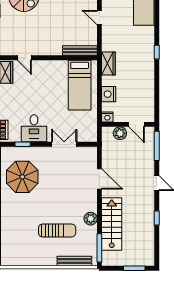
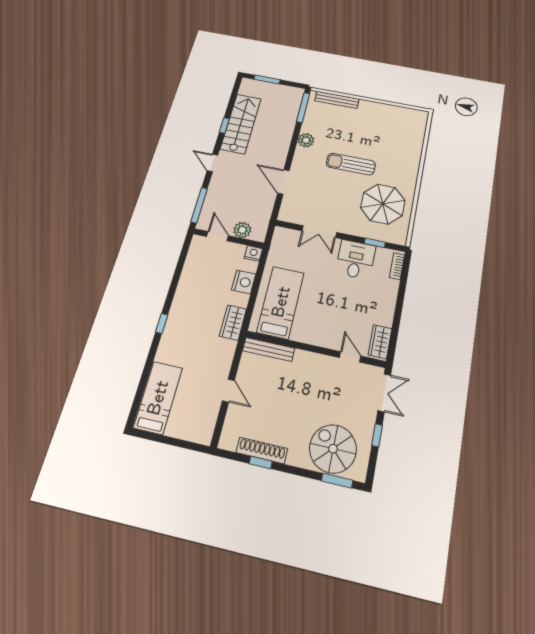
stairs: (112, 224) -> (241, 124), moved, turned 180
sun lounger: (57, 231) -> (351, 164), moved

